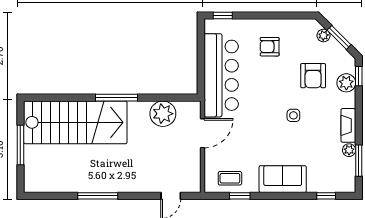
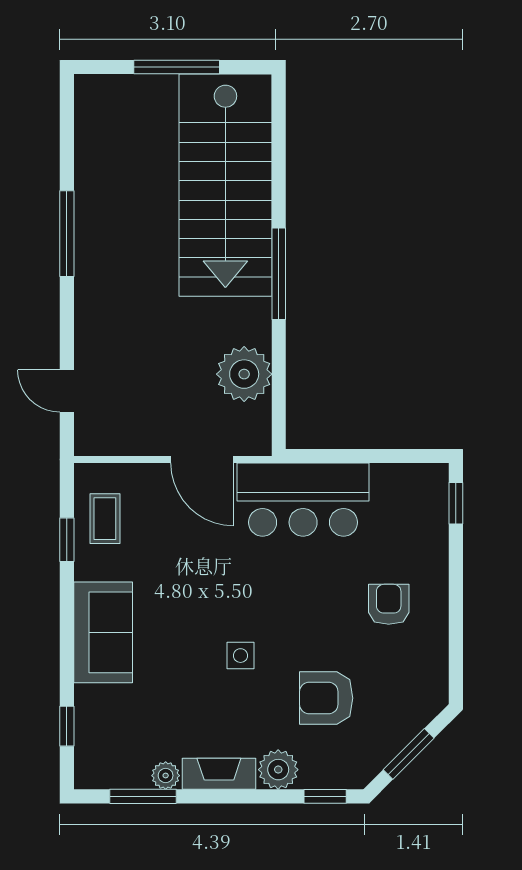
plant: (323, 36) -> (413, 720), removed
bar counter: (221, 75) -> (303, 500), width x0.73
plant: (346, 83) -> (278, 770), moved

